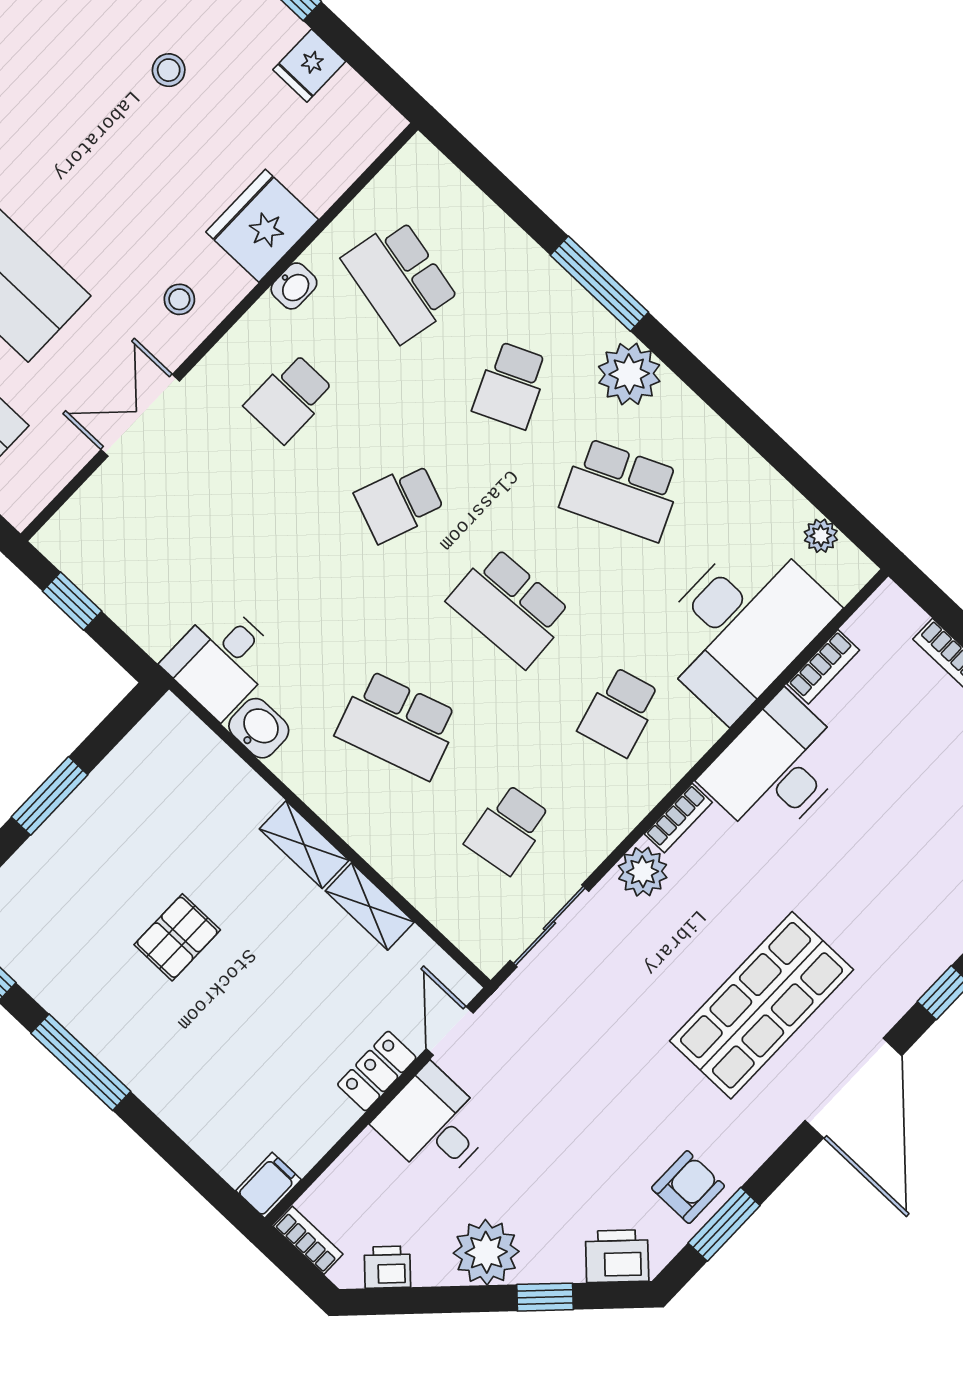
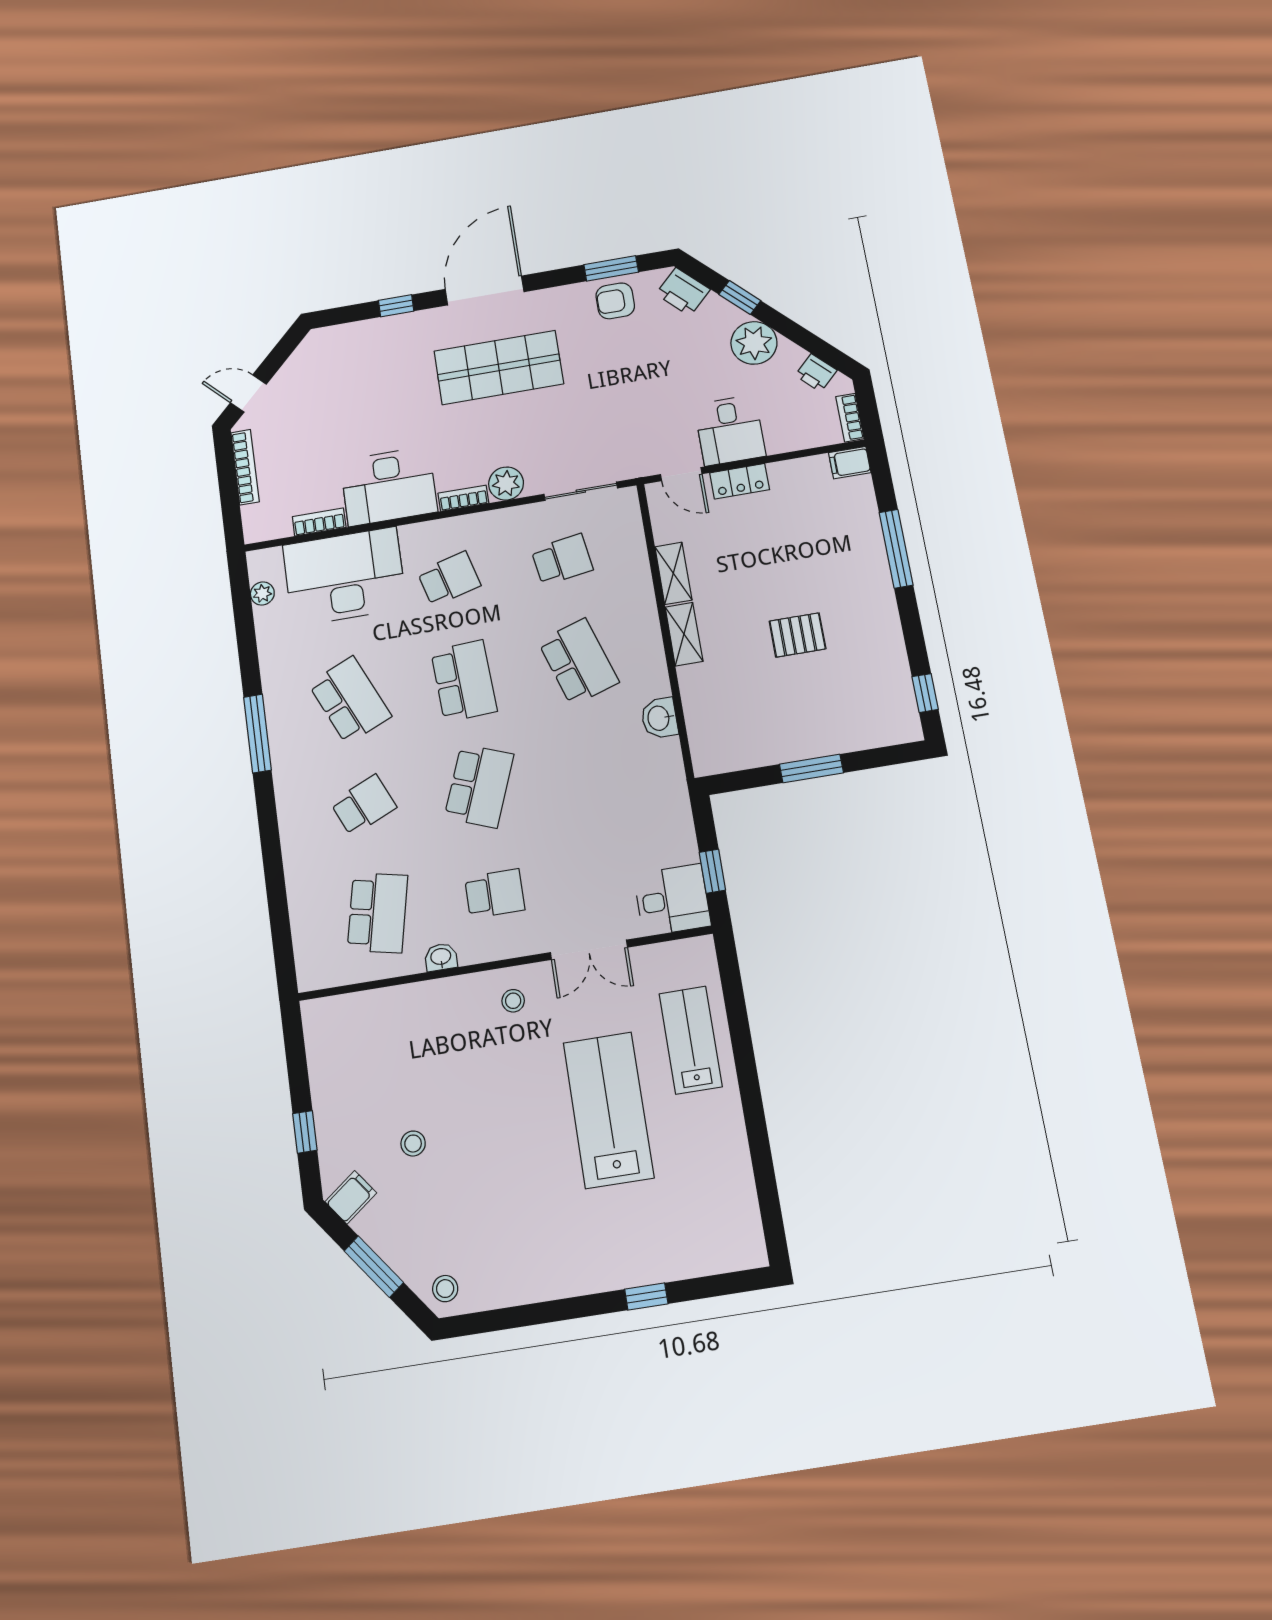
fridge: (309, 66) -> (330, 1081), removed
fridge: (262, 226) -> (431, 1007), removed
window: (599, 284) -> (258, 734), moved
plant: (629, 374) -> (293, 761), removed
school desk: (399, 503) -> (479, 786), width x1.85
desk: (221, 660) -> (672, 900), moved
door: (450, 1031) -> (681, 474), hinge flipped
window: (81, 1062) -> (896, 549), moved

